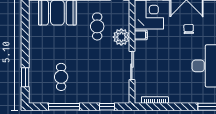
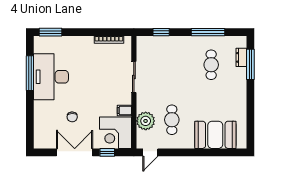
plant: (121, 37) -> (146, 121), moved
window: (25, 77) -> (250, 64), width x1.44
dresser: (33, 84) -> (241, 57), added

